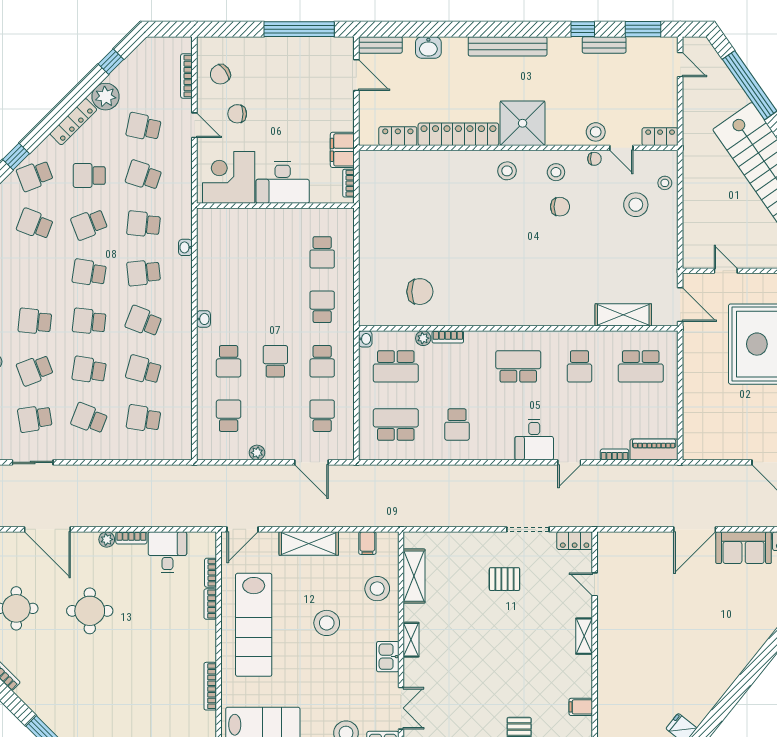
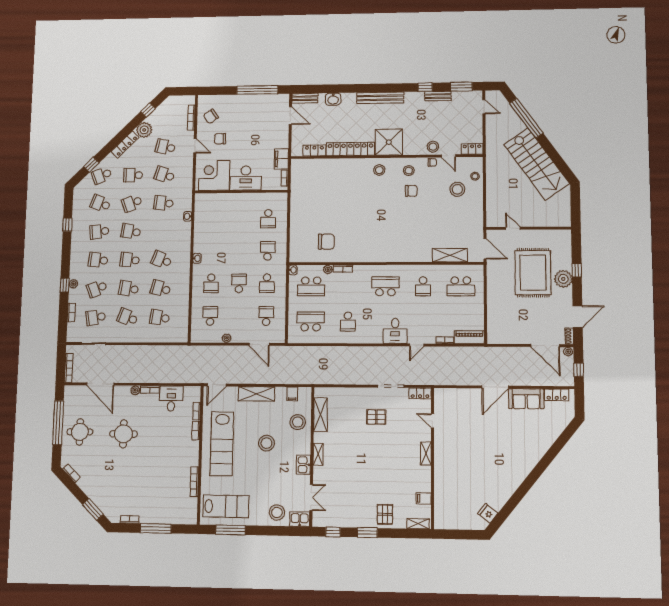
school desk: (144, 273) -> (99, 232), moved

